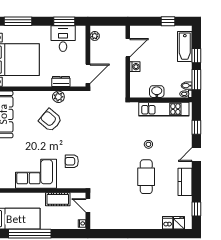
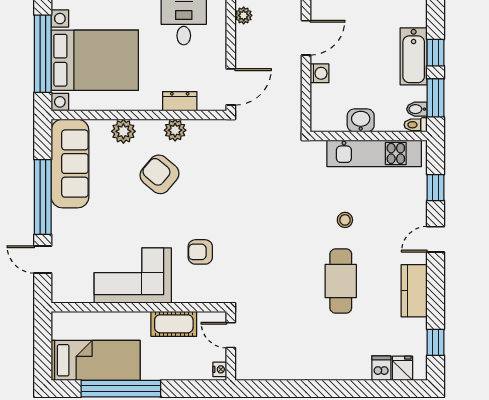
bathtub: (185, 47) -> (414, 56), moved
plant: (31, 97) -> (123, 131), added

